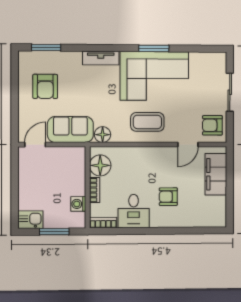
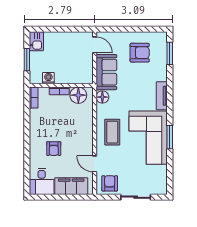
armchair: (45, 86) -> (140, 53), turned 180
armchair: (168, 197) -> (54, 149), turned 180
desk: (134, 211) -> (42, 181), moved, turned -90

